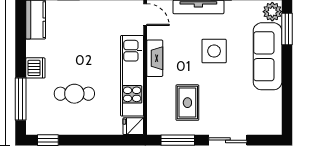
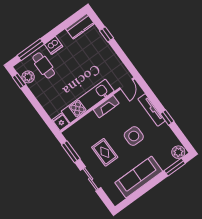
sofa: (268, 56) -> (139, 177), moved
cafe table: (74, 94) -> (44, 65), moved
rug: (187, 103) -> (105, 152), moved, turned 90
plant: (51, 126) -> (28, 77), added

